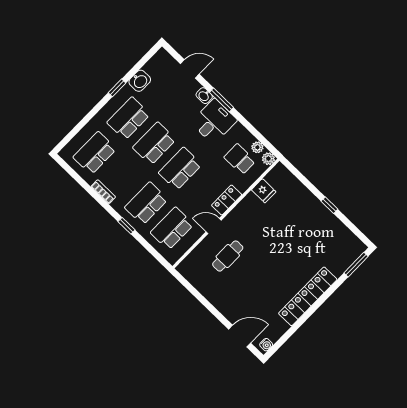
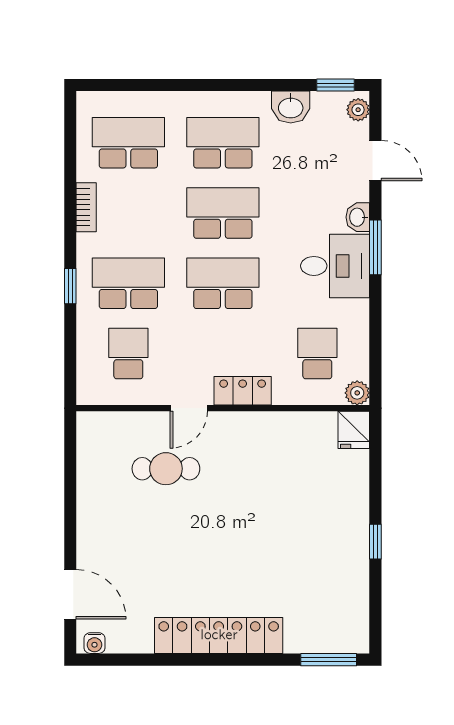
window: (117, 88) -> (336, 85), moved
plant: (257, 147) -> (358, 110), moved
fridge: (264, 191) -> (354, 430), moved
door: (214, 226) -> (189, 408), swing flipped
school desk: (172, 229) -> (128, 353), width x0.54

